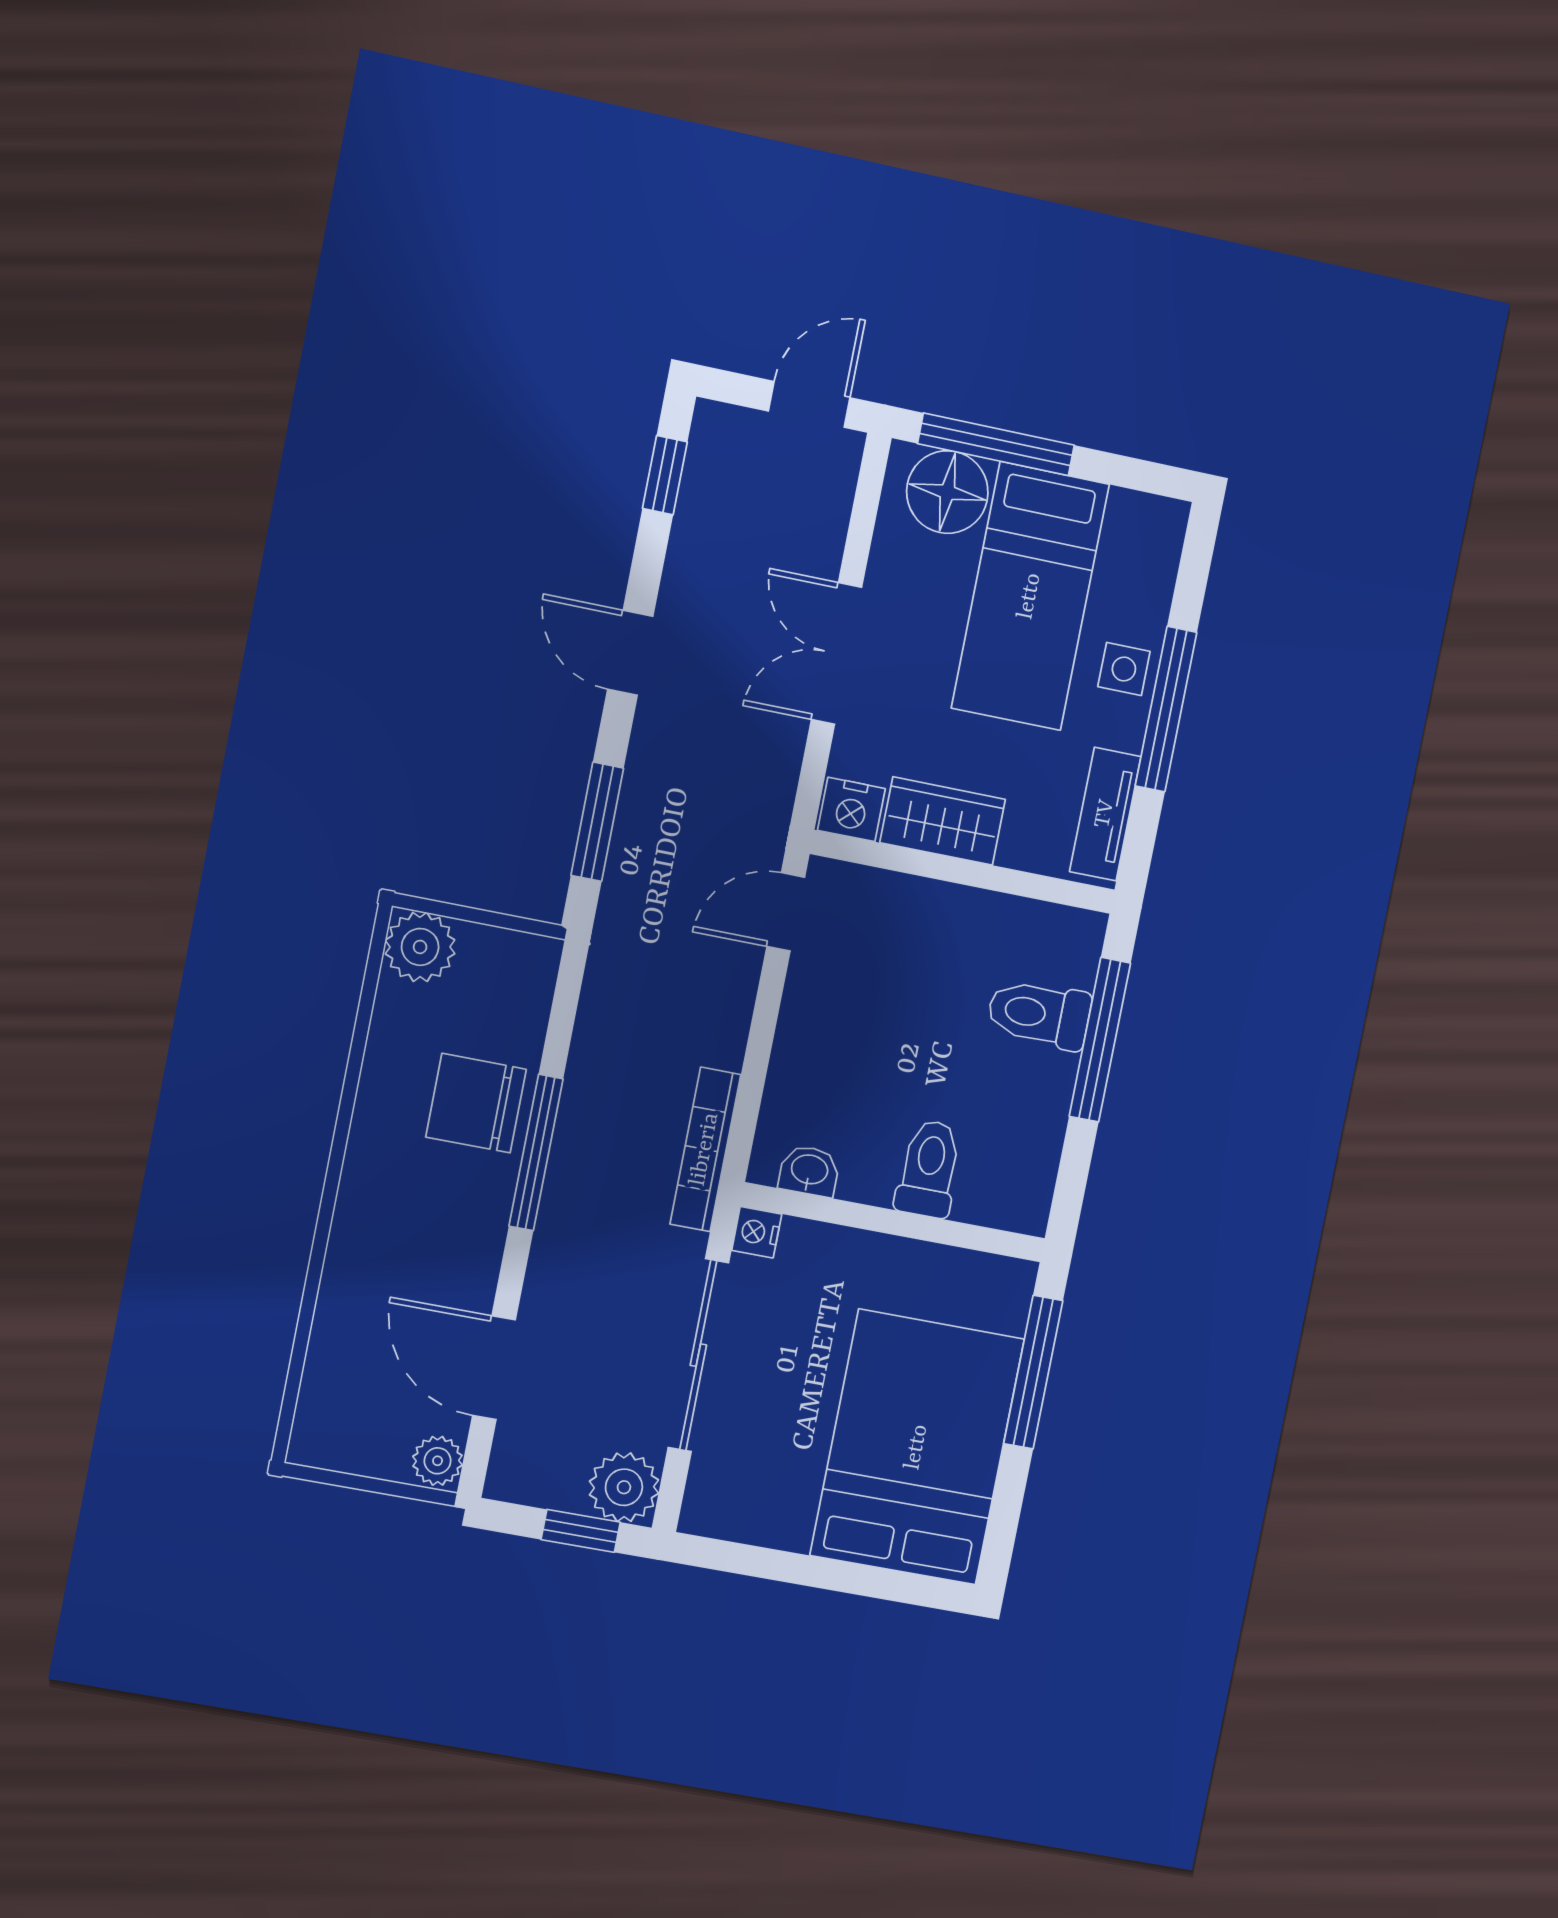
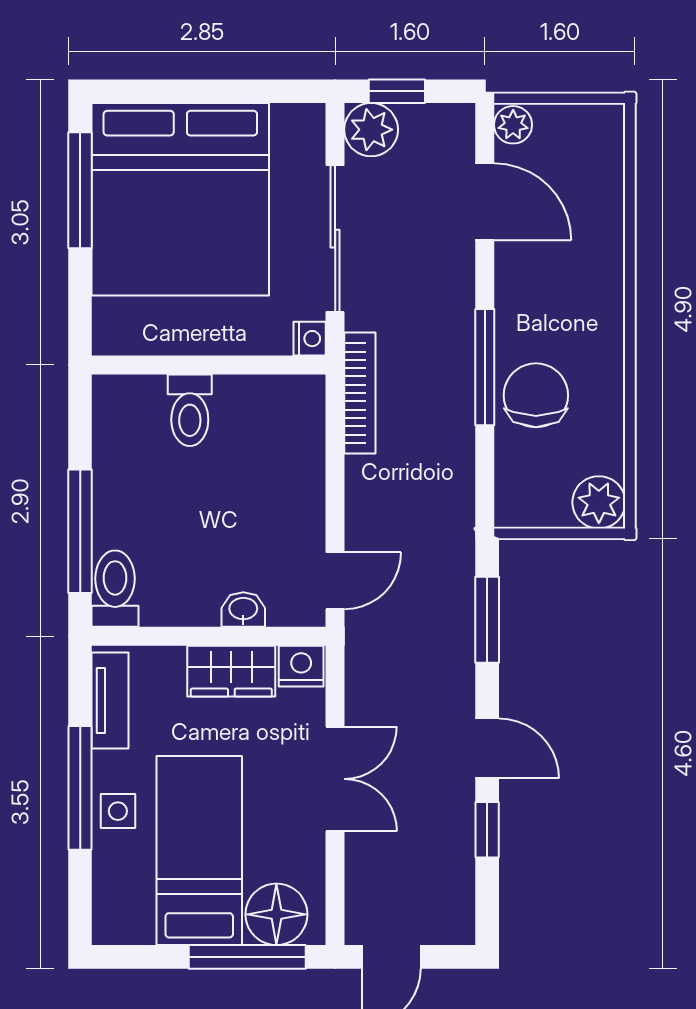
window: (665, 475) -> (487, 830), moved
toilet: (1039, 1014) -> (115, 589), moved, turned -90
chair: (476, 1103) -> (536, 395), turned -90
washbasin: (809, 1171) -> (243, 610), moved, turned 180
window: (1033, 1372) -> (80, 190), moved
bed: (917, 1447) -> (180, 199), width x1.36

